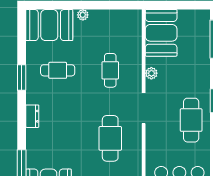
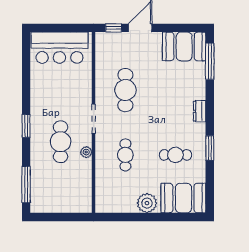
plant: (83, 15) -> (147, 203), width x1.88, depth x1.88
booth: (161, 33) -> (77, 191), removed
cafe table: (191, 120) -> (61, 142), moved

